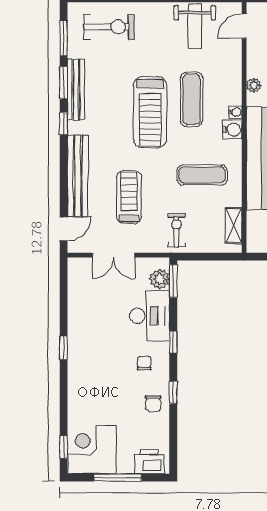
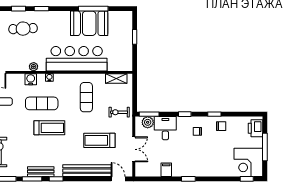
bench: (76, 90) -> (41, 172), width x0.73
treadmill: (150, 112) -> (49, 128), width x0.73, depth x0.73
water cooler: (232, 130) -> (31, 79), moved
filing cabinet: (79, 310) -> (166, 170), added
desk: (150, 316) -> (165, 128), width x0.73

